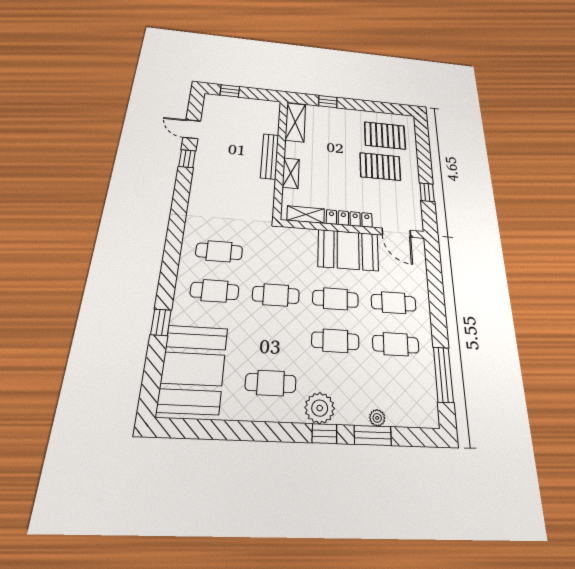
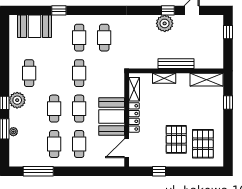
plant: (207, 165) -> (165, 23), added
booth: (193, 369) -> (34, 26), width x0.73, depth x0.70

